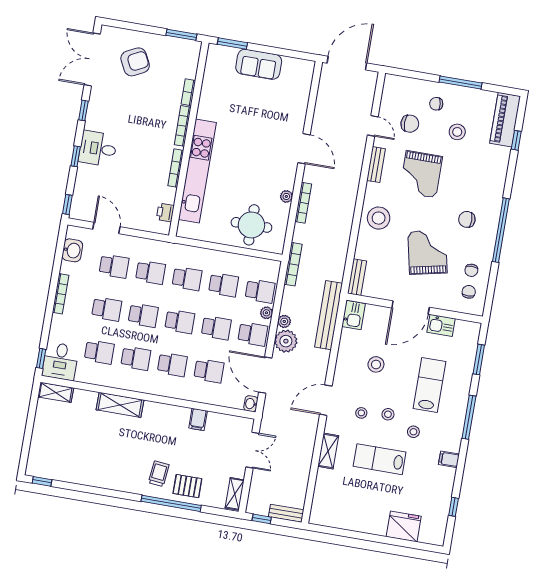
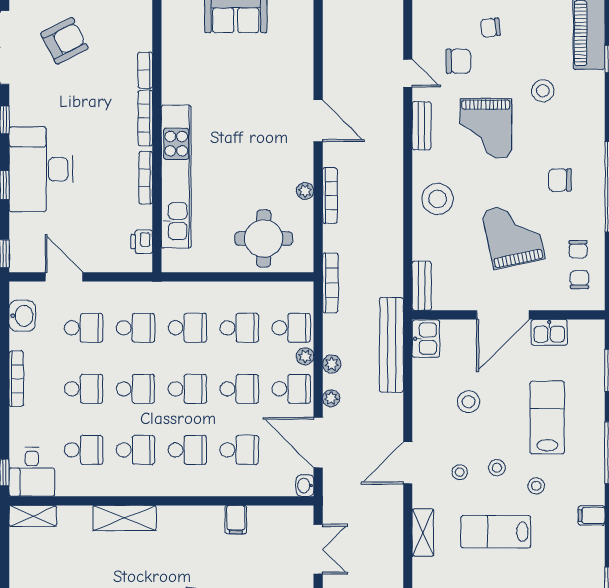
stool: (457, 132) -> (543, 91), moved
desk: (98, 149) -> (41, 169), width x1.87, depth x1.30
plant: (286, 341) -> (331, 398), width x0.53, depth x0.53

